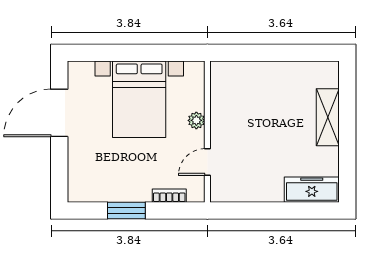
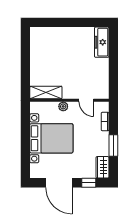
shelving: (328, 117) -> (46, 93), moved
window: (59, 166) -> (89, 183), added
wardrobe: (87, 191) -> (102, 167), added

